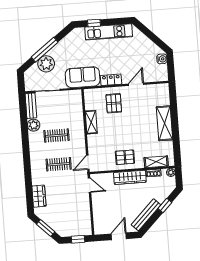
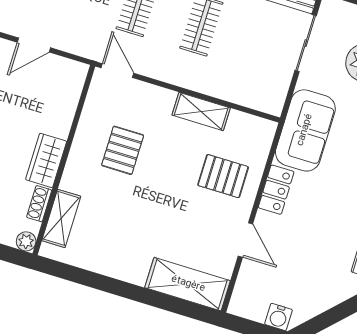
shelving: (165, 123) -> (188, 284), moved
pallet: (125, 157) -> (123, 150), moved
wardrobe: (130, 177) -> (46, 160), width x0.67
door: (90, 185) -> (34, 45), moved

